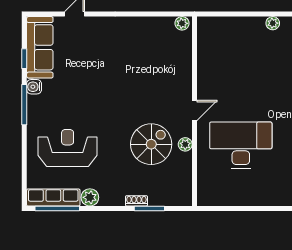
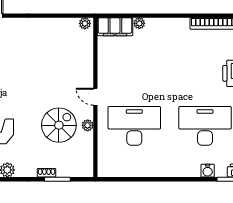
plant: (273, 23) -> (139, 23), moved
filing cabinet: (218, 27) -> (115, 27), added
door: (195, 110) -> (95, 97), swing flipped

